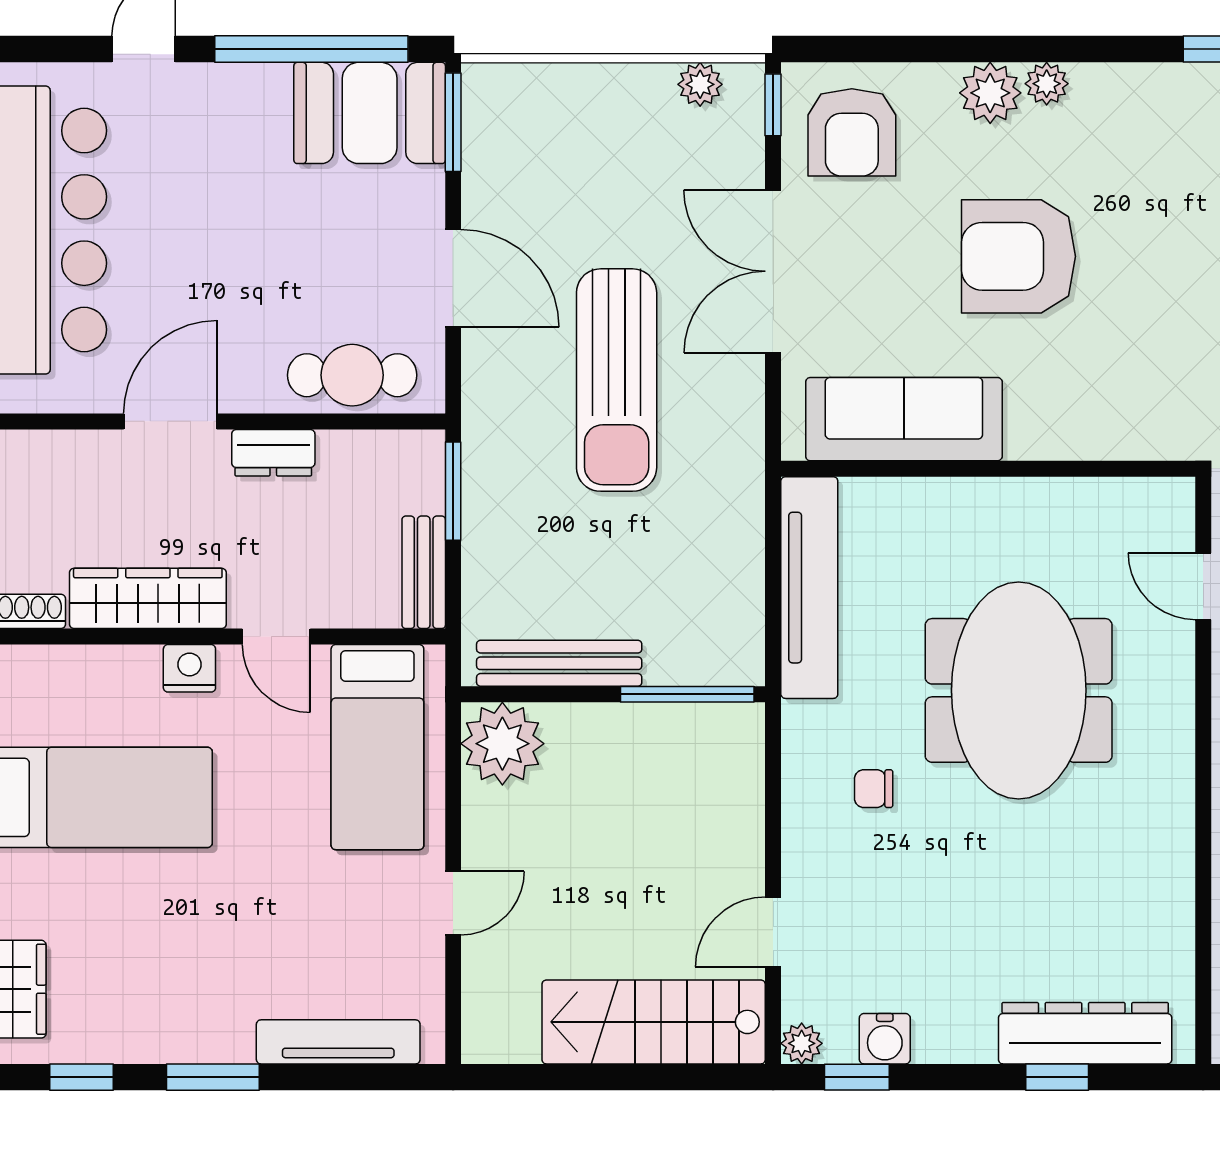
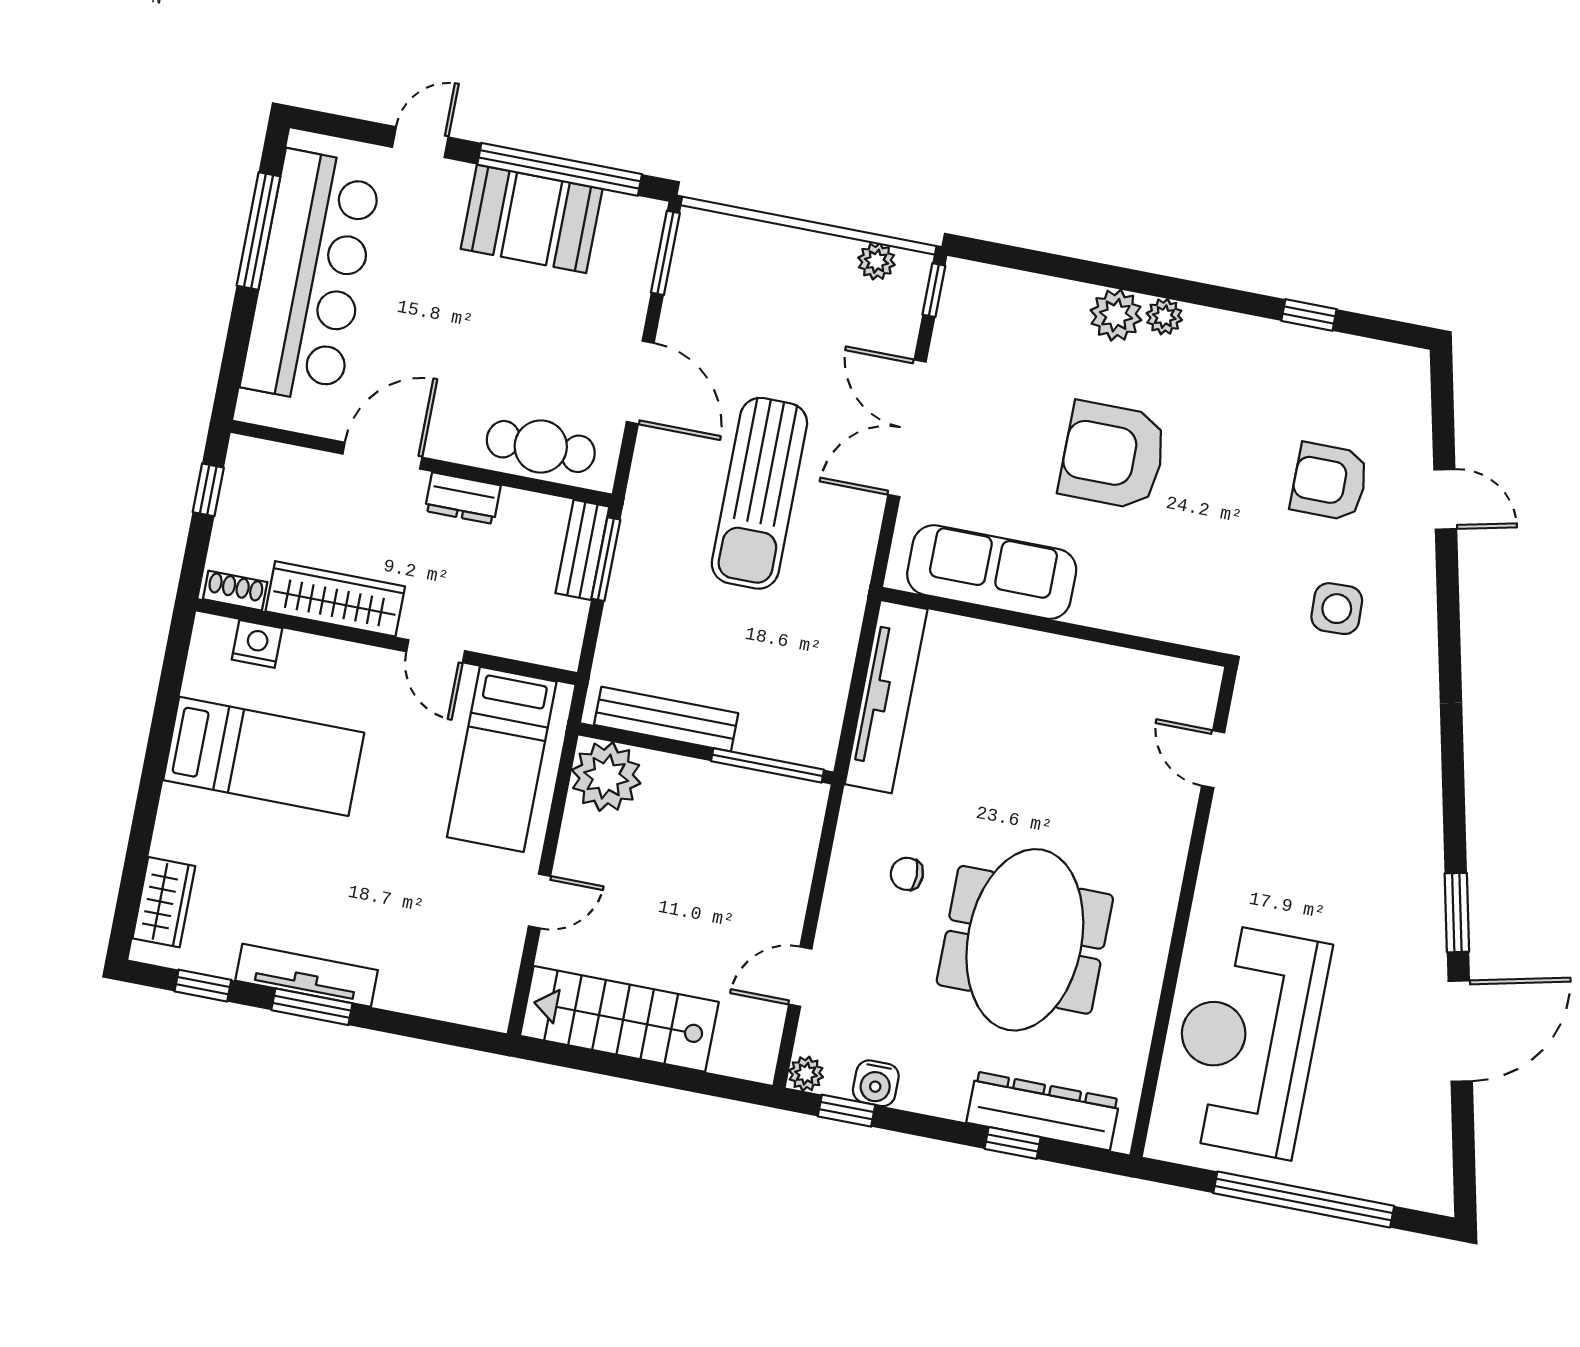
booth: (370, 113) -> (532, 219), moved
armchair: (852, 132) -> (995, 326), removed
bench: (424, 572) -> (582, 550), moved
nightstand: (189, 668) -> (257, 644), moved
meeting table: (1019, 690) -> (1025, 940), moved
stairs: (654, 1022) -> (619, 1019), moved
tv unit: (338, 1042) -> (307, 975), moved

